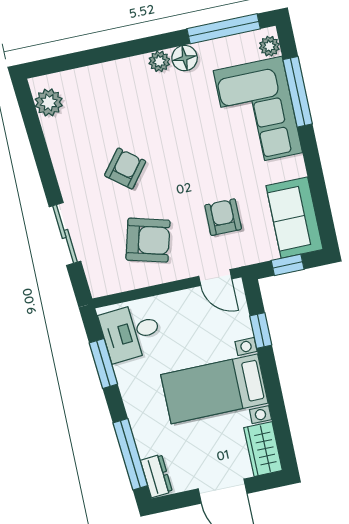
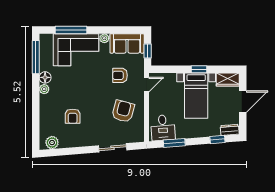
plant: (269, 46) -> (104, 38), moved
armchair: (125, 168) -> (73, 116), moved, turned -128
window: (261, 331) -> (199, 69), moved
window: (130, 454) -> (217, 140), width x0.46

